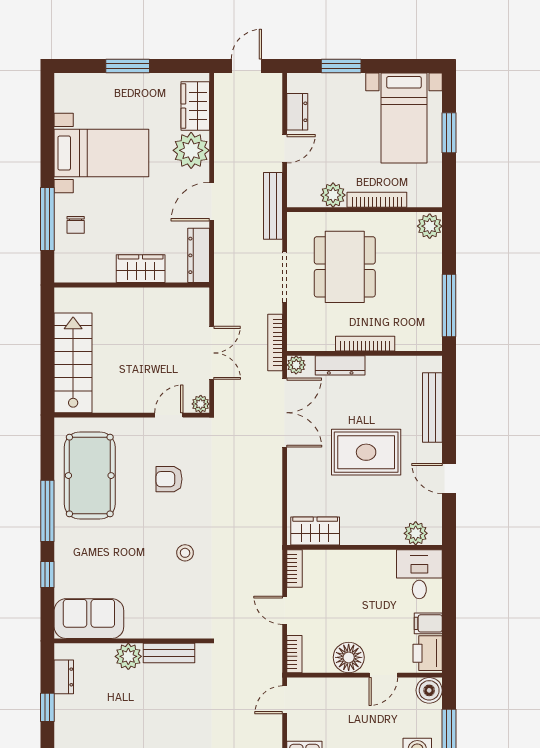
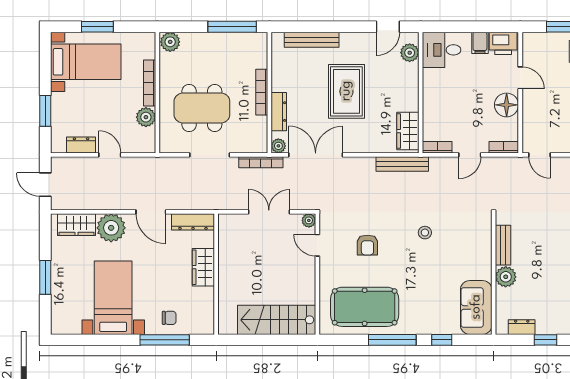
bench: (273, 206) -> (402, 164), moved
door: (449, 479) -> (388, 27), moved
boiler: (429, 690) -> (532, 42), removed

